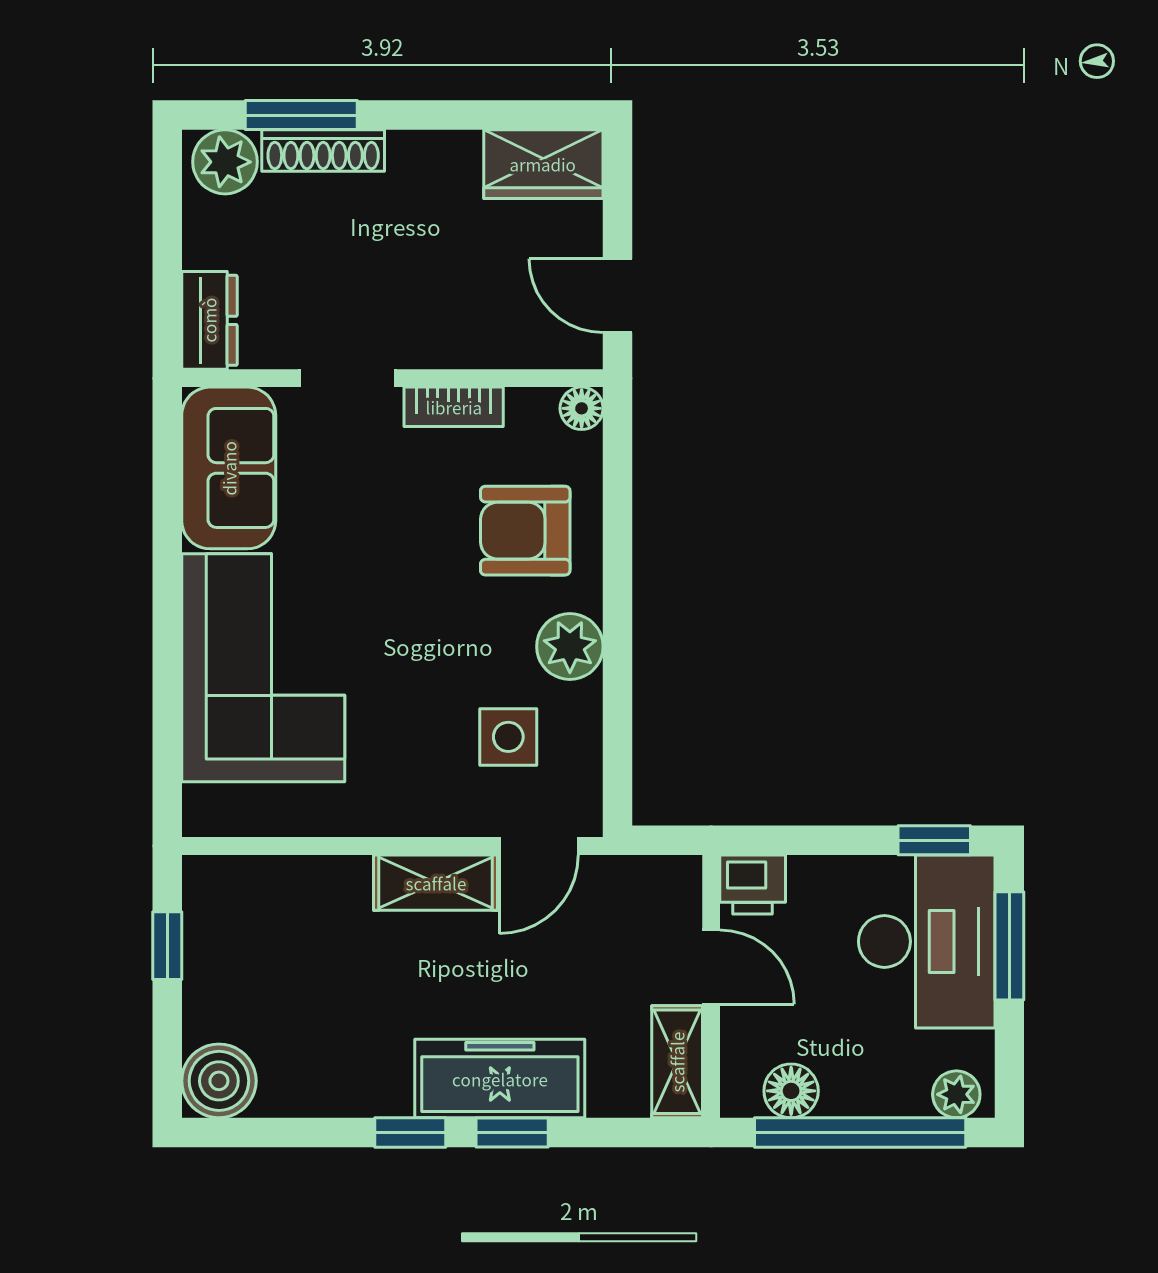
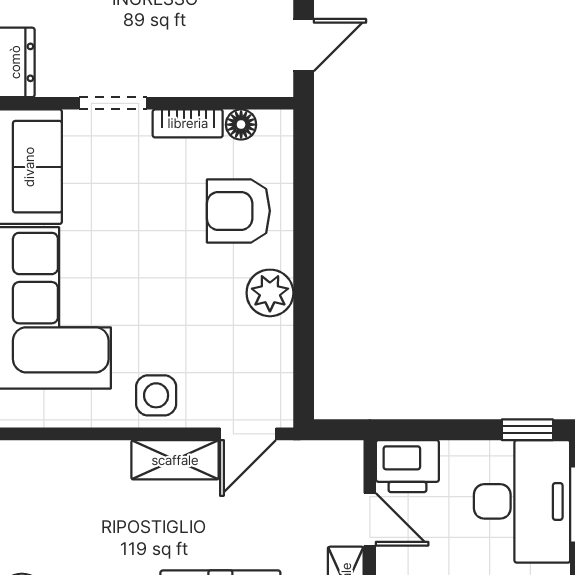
door: (618, 296) -> (304, 45), swing flipped
floor lamp: (582, 408) -> (241, 125), moved
side table: (508, 737) -> (156, 395), moved
printer: (753, 885) -> (407, 466), width x1.36, depth x1.24

